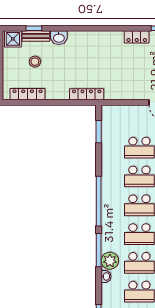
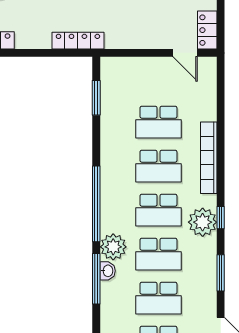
plant: (110, 261) -> (113, 247), moved
washbasin: (106, 276) -> (108, 271), moved

